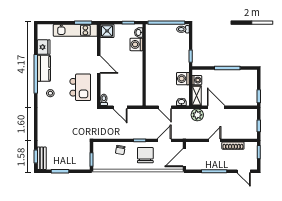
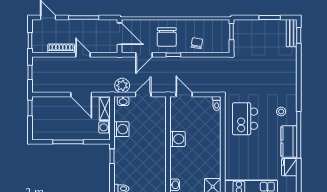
washing machine: (136, 44) -> (178, 139), moved
door: (99, 65) -> (223, 146), removed
door: (120, 107) -> (184, 95), moved
door: (165, 107) -> (143, 95), hinge flipped
plant: (197, 115) -> (122, 85), moved
door: (215, 140) -> (83, 55), swing flipped
door: (184, 158) -> (120, 34), hinge flipped

